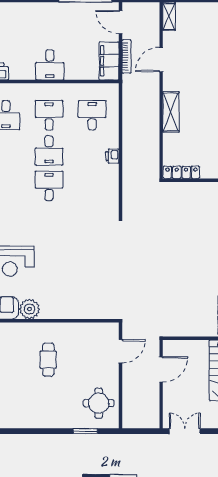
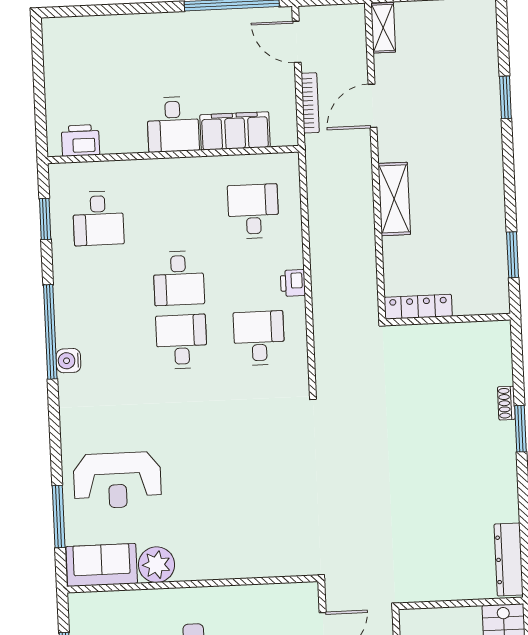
filing cabinet: (109, 61) -> (235, 131), moved, turned 90
desk: (49, 115) -> (259, 338), moved

